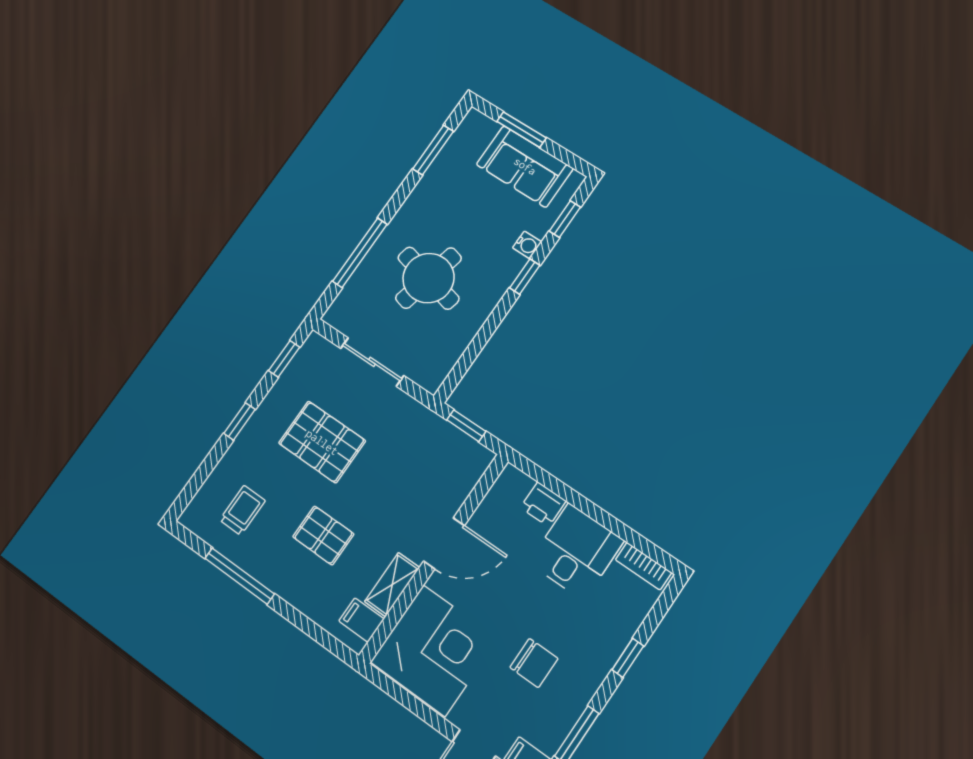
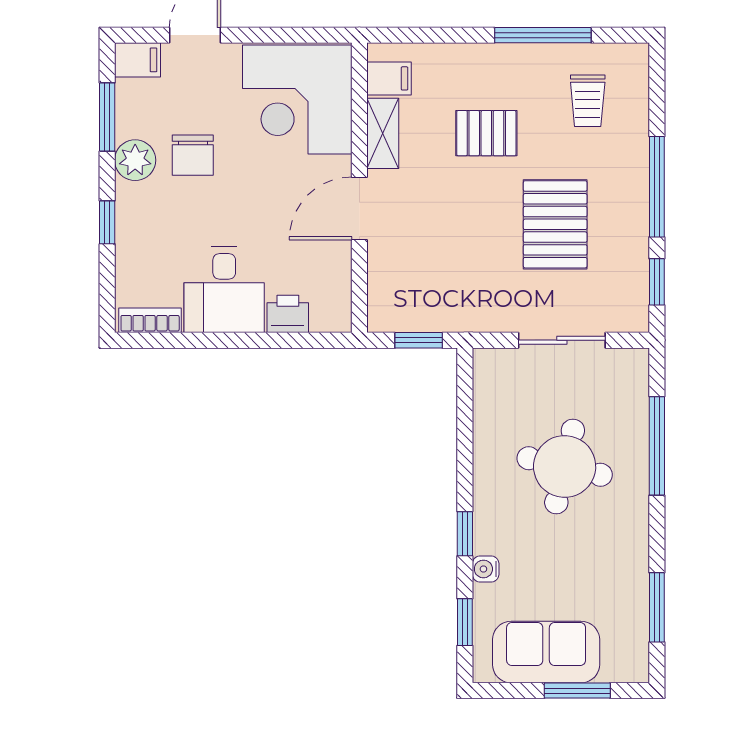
window: (239, 421) -> (657, 187), width x2.17
pallet: (322, 442) -> (555, 224), turned 90
chair: (534, 663) -> (193, 155), turned -90
plant: (578, 689) -> (135, 160), added

